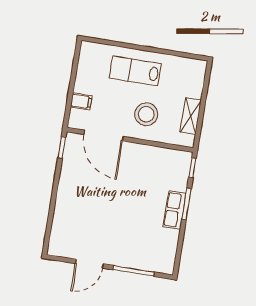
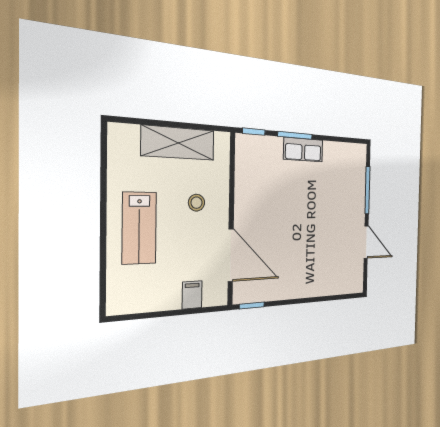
stool: (146, 114) -> (196, 203), width x0.53, depth x0.53
shelving: (191, 116) -> (178, 143), width x1.50, depth x1.33
door: (103, 135) -> (231, 255), hinge flipped

